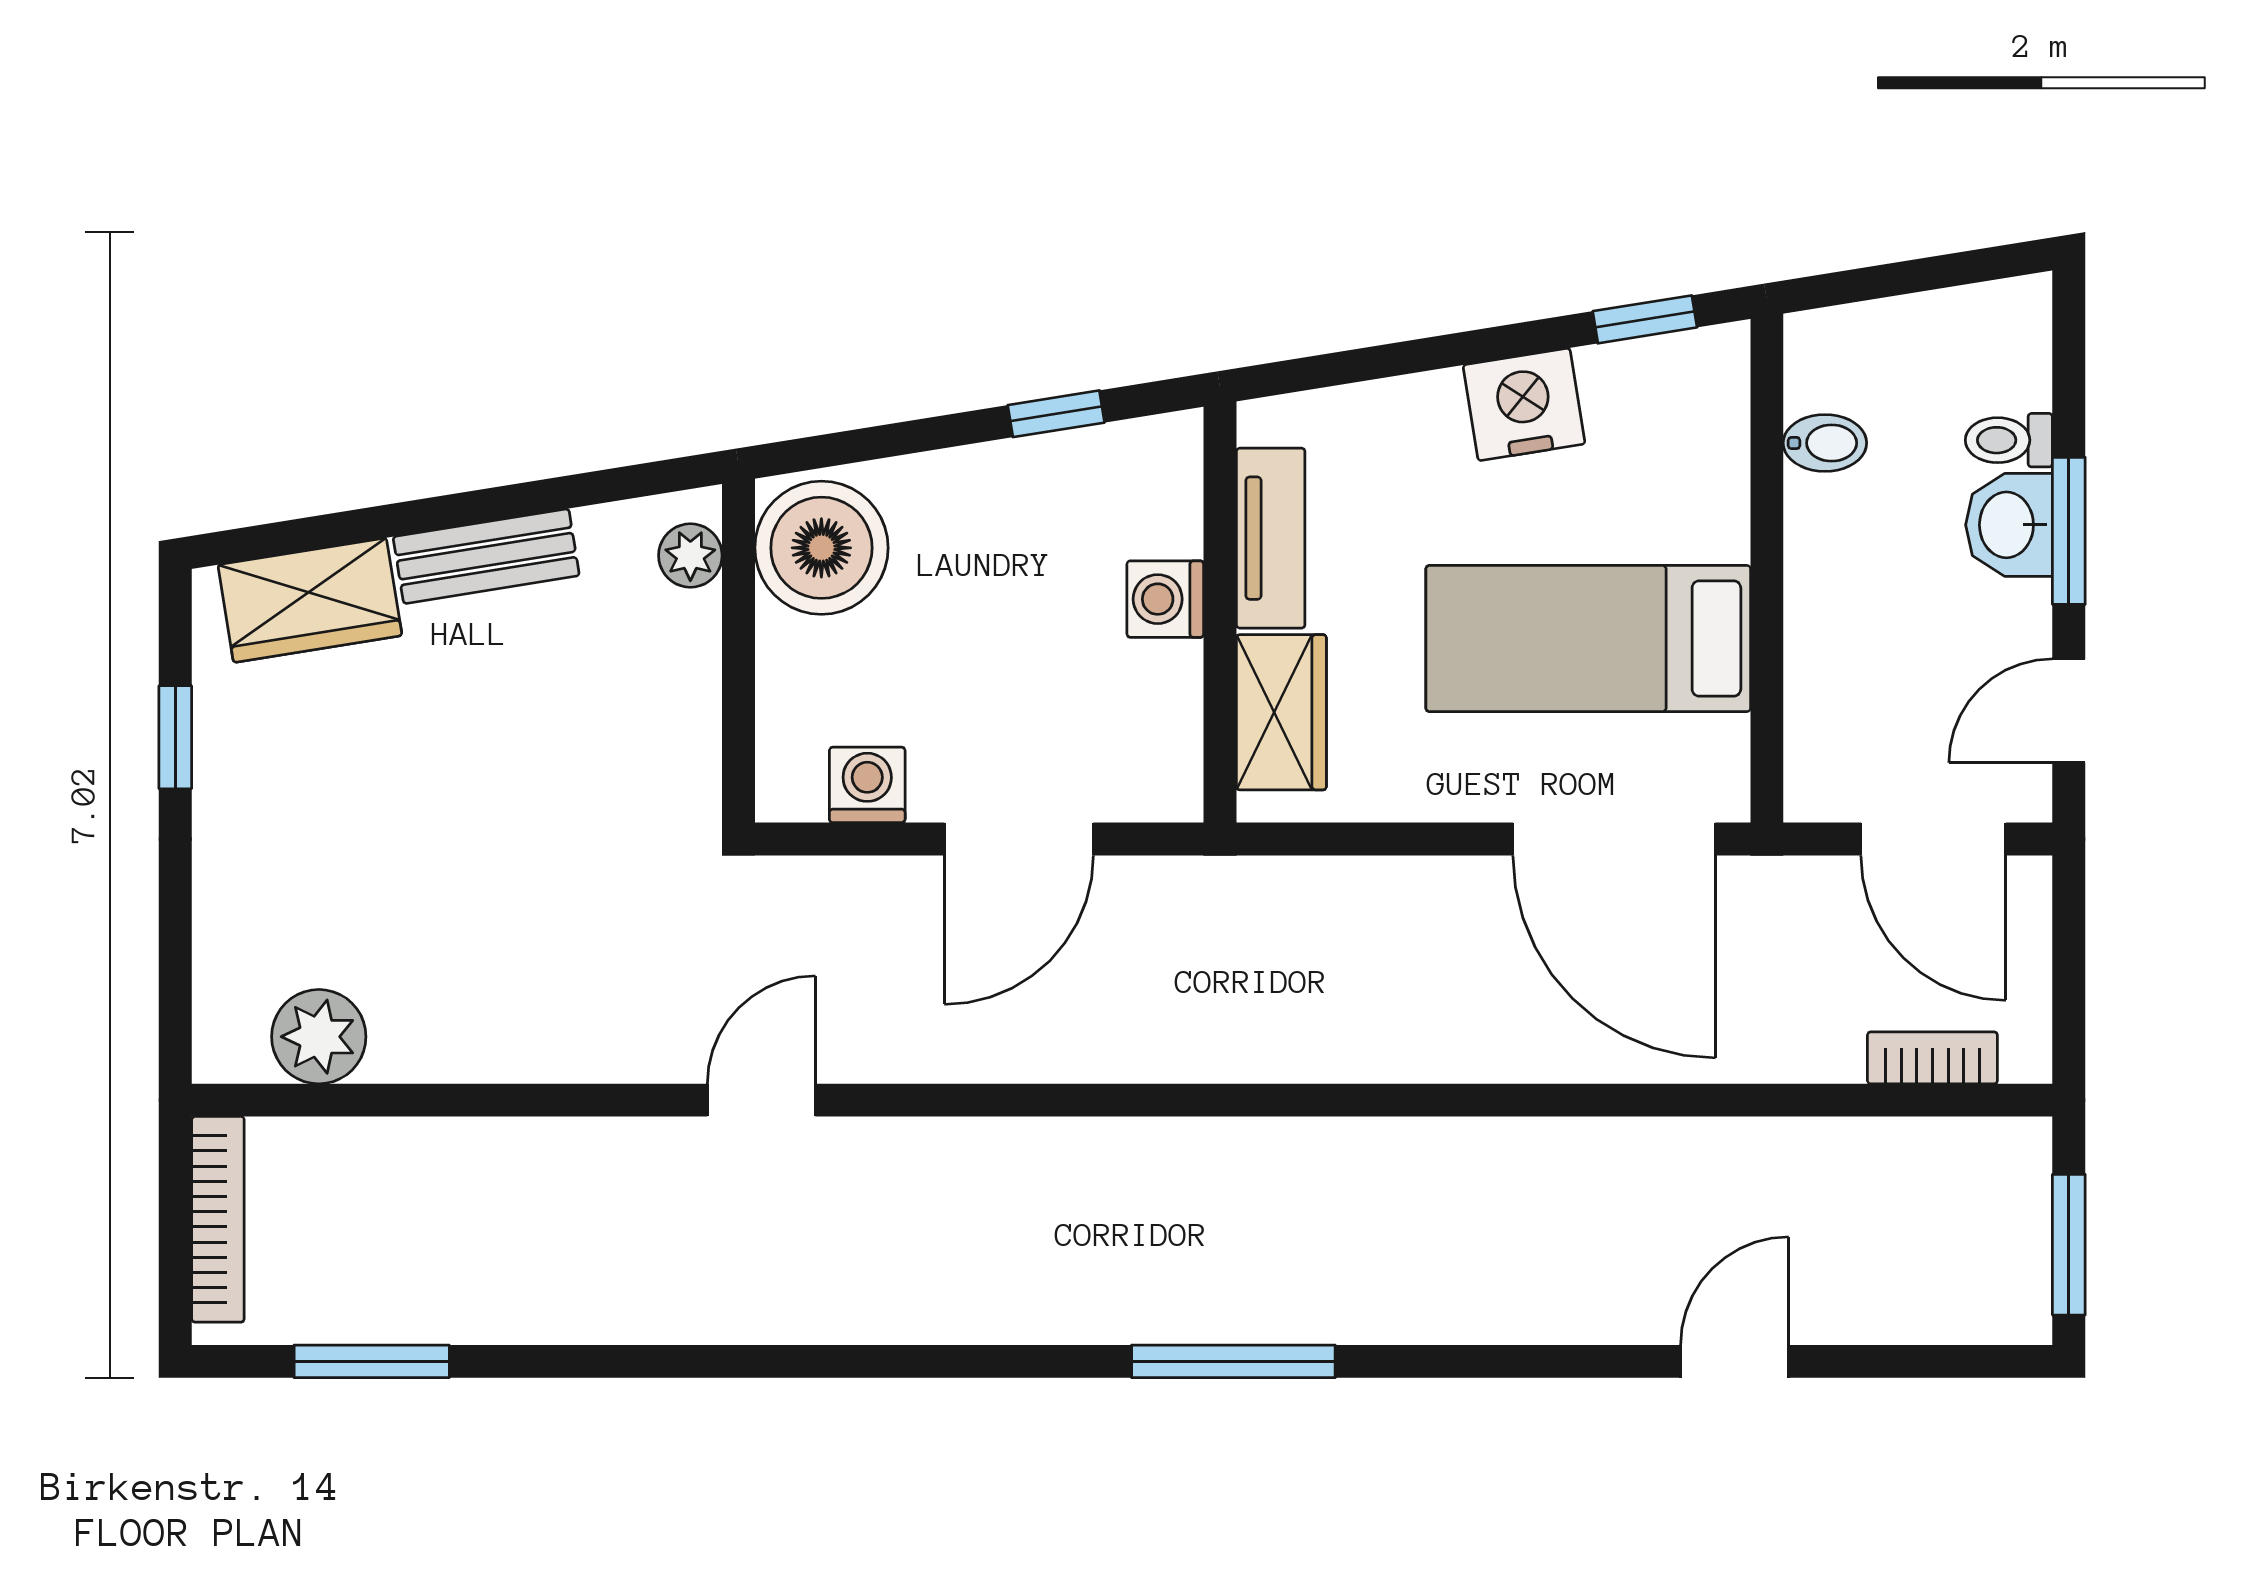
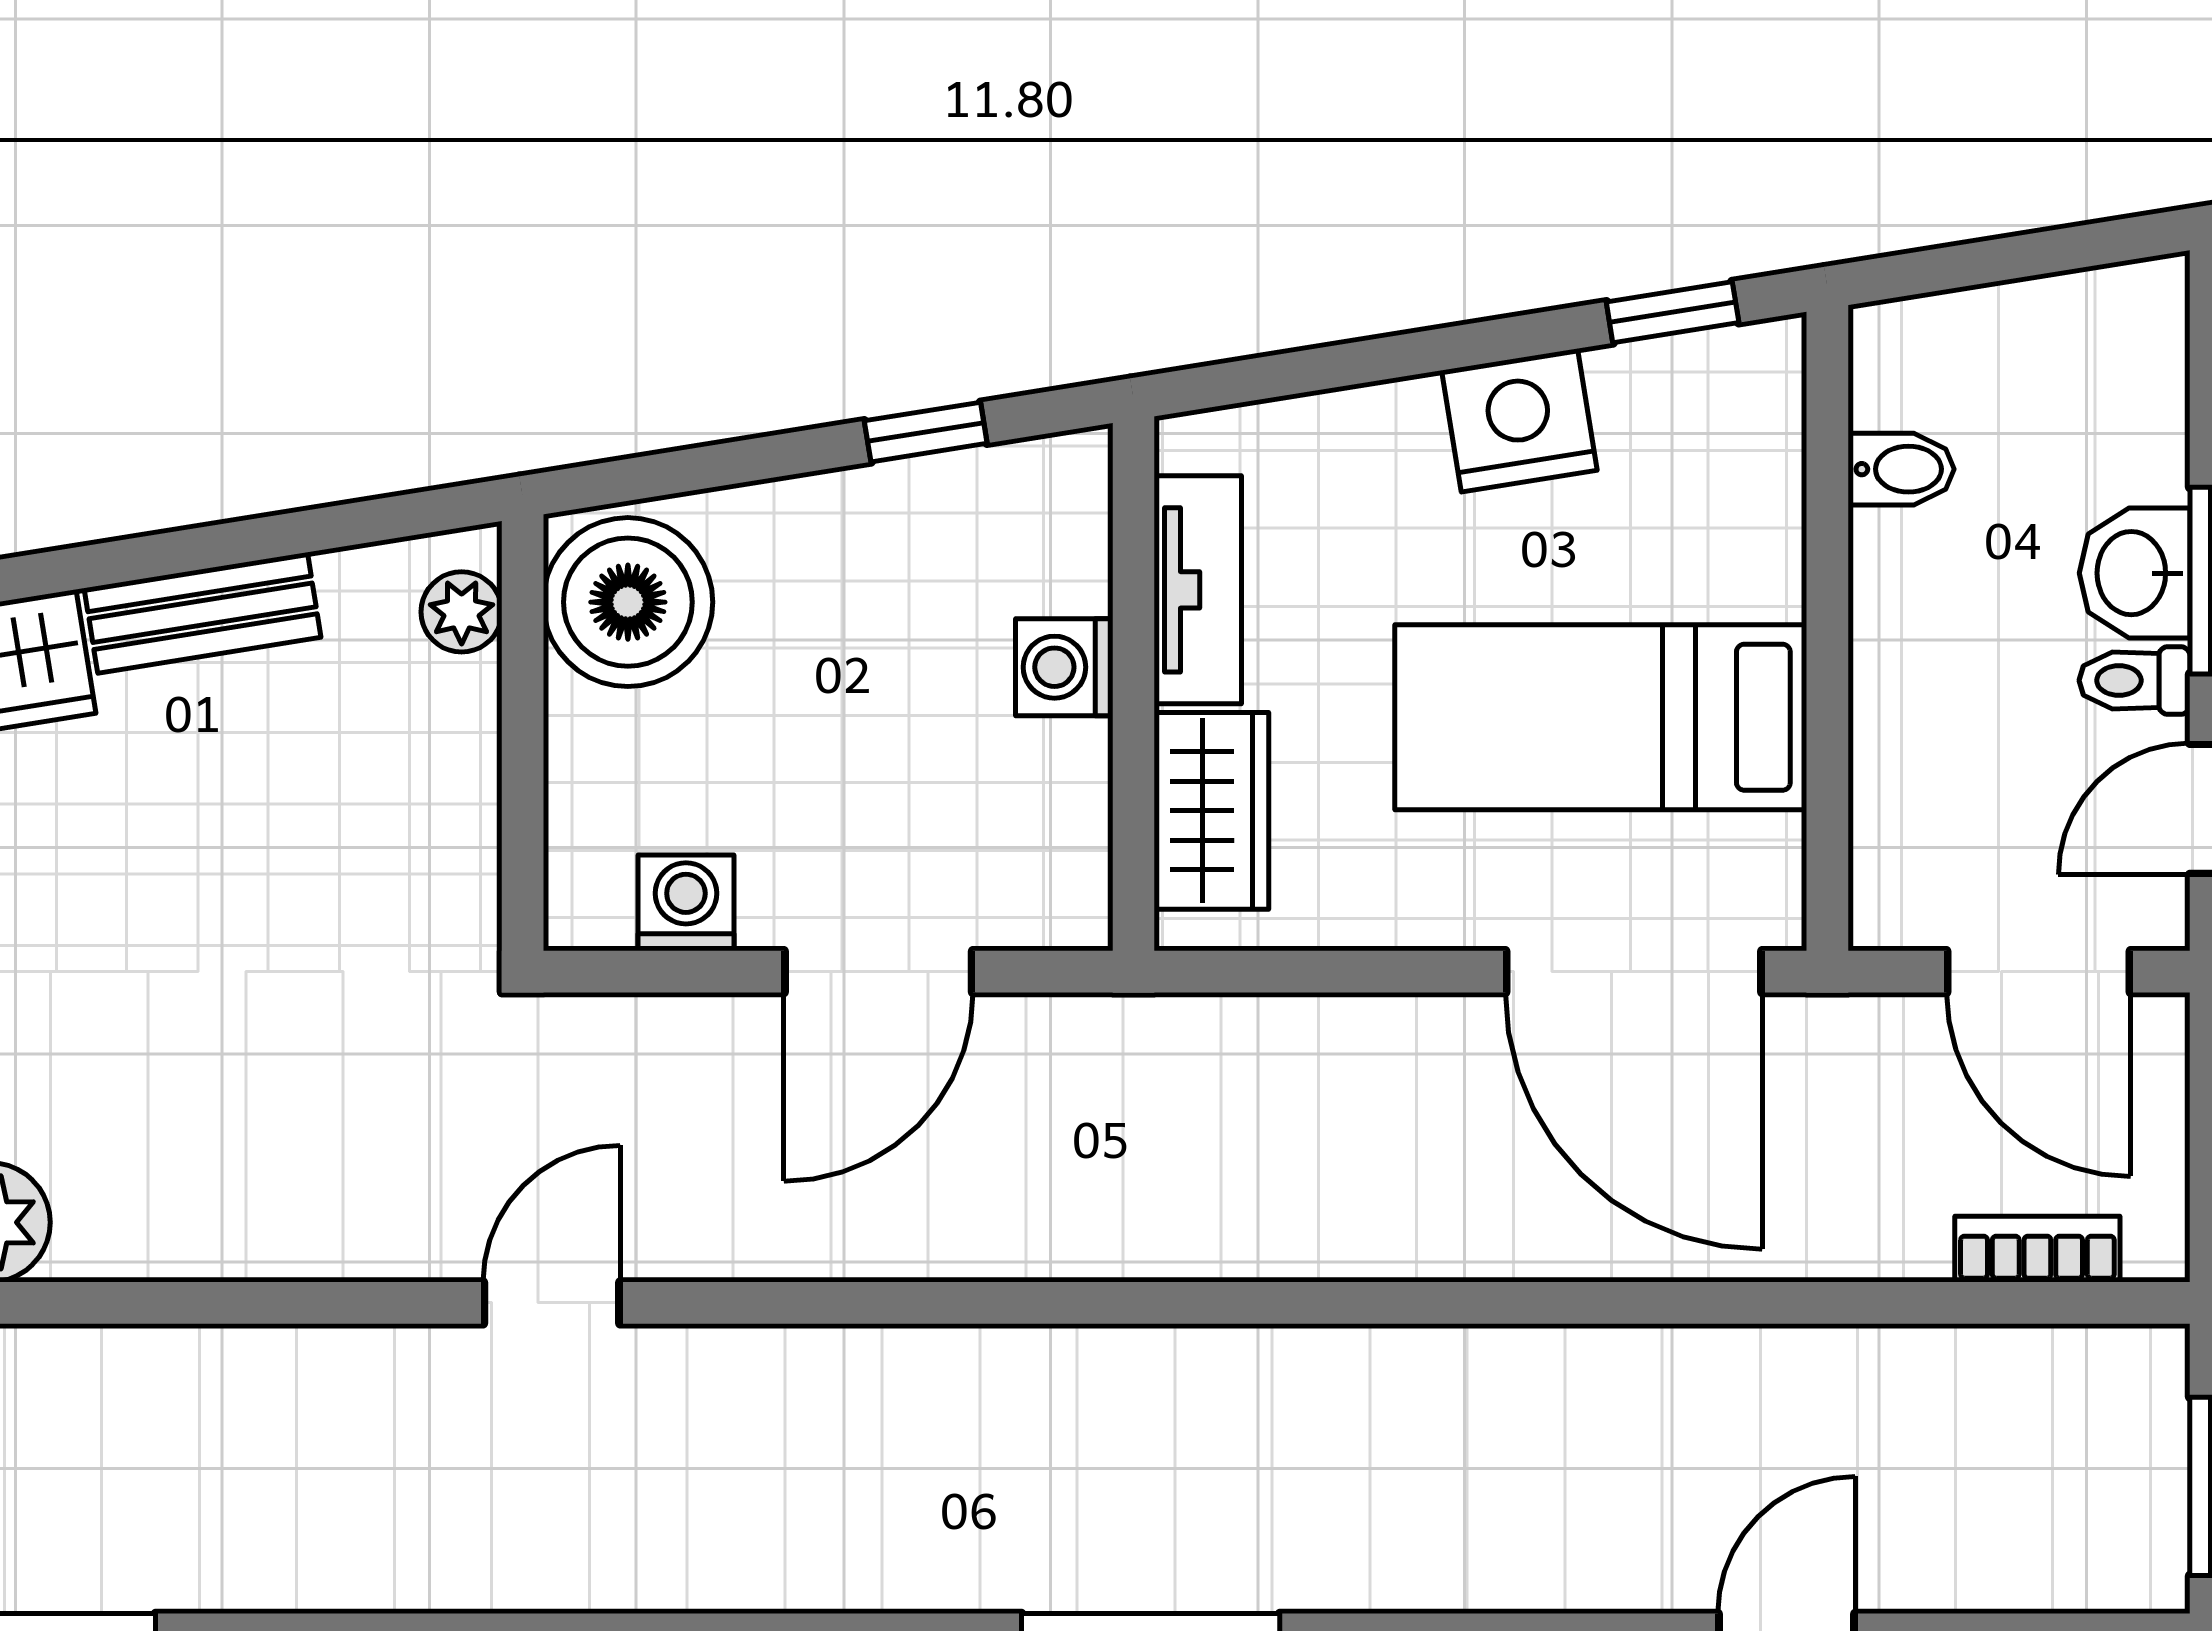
toilet: (2009, 440) -> (2134, 680), moved

